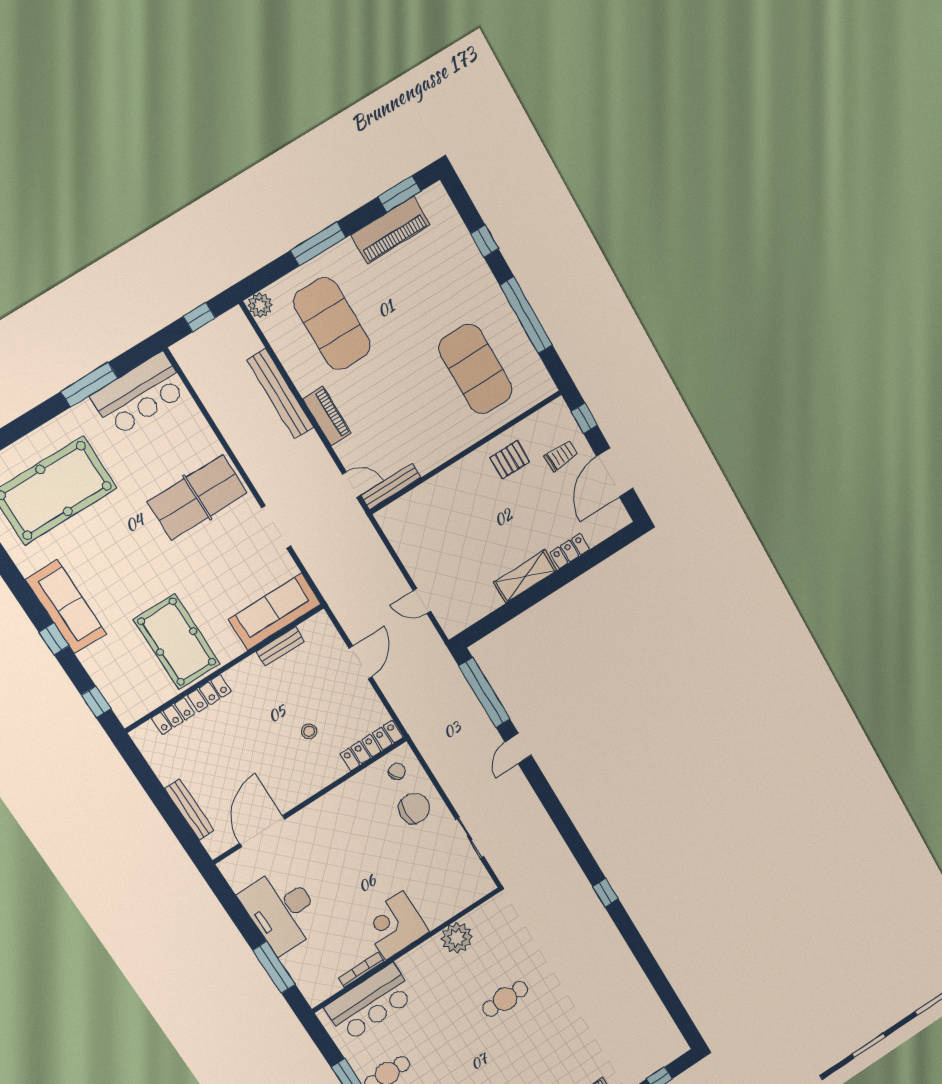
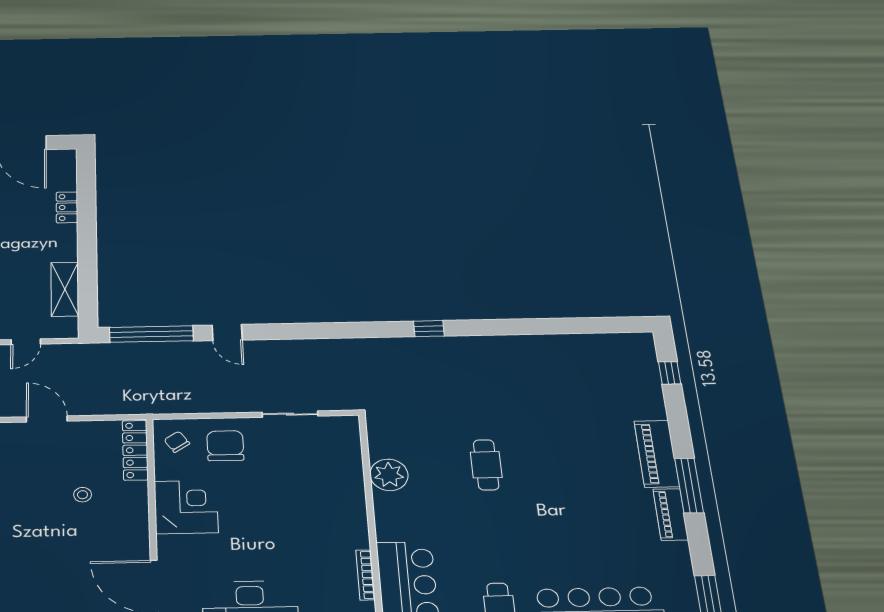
shelving: (525, 576) -> (65, 289), moved
corner desk: (394, 925) -> (186, 507), moved, turned 180

